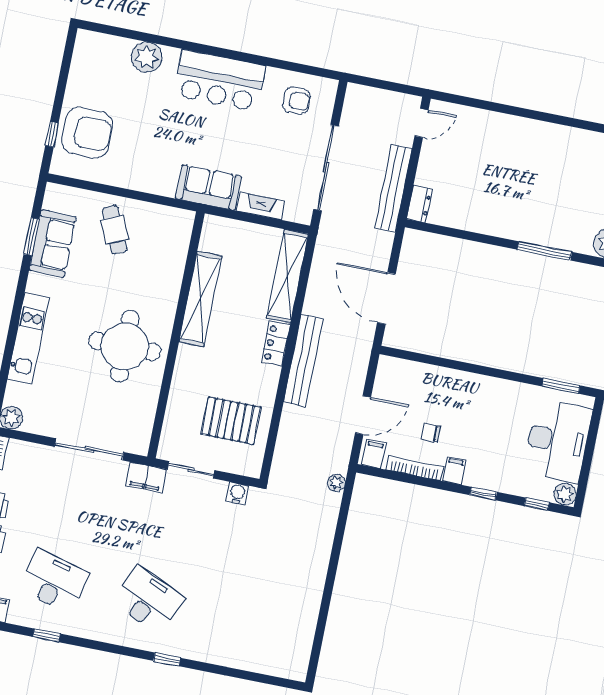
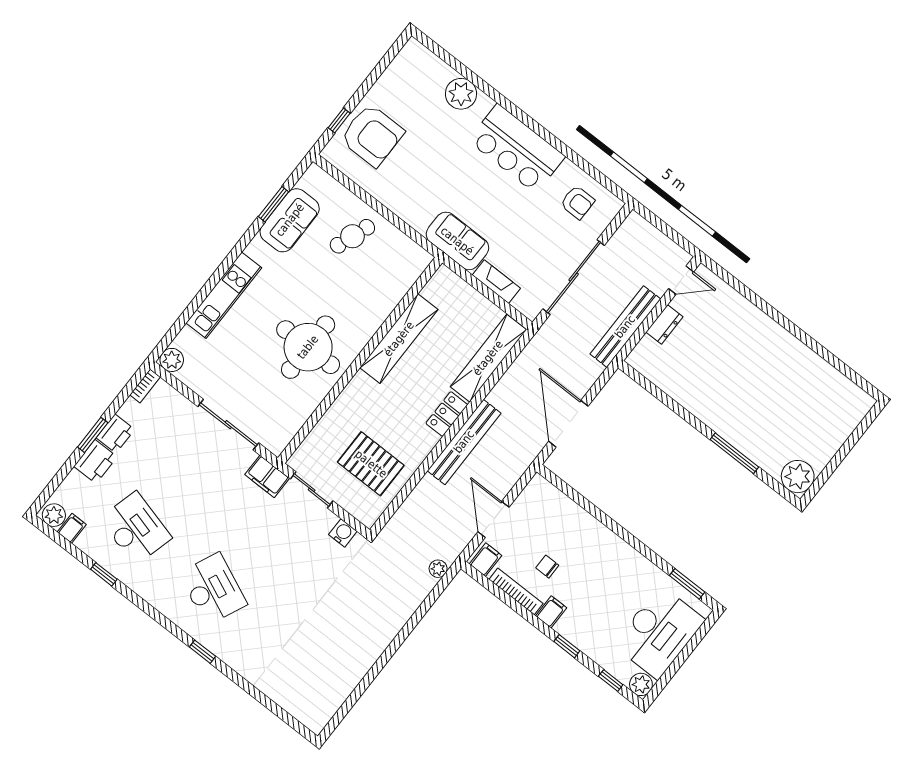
dresser: (419, 204) -> (664, 324), moved
cafe table: (115, 230) -> (352, 236), turned 44
door: (363, 415) -> (493, 519), swing flipped

